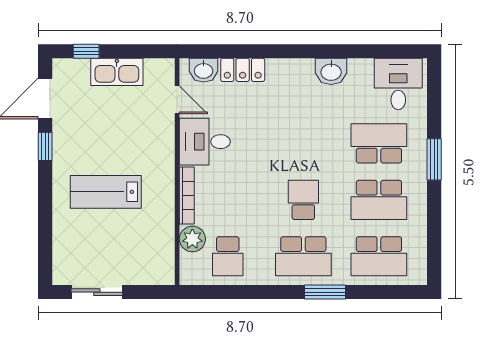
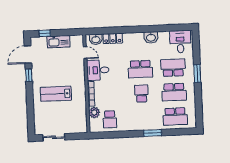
school desk: (303, 256) -> (140, 69), moved

